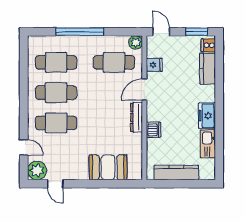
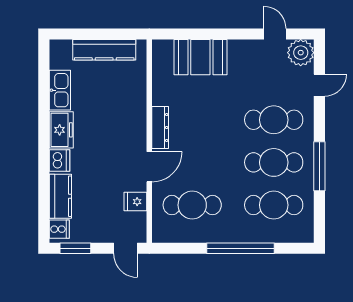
plant: (136, 42) -> (162, 233), removed
window: (24, 90) -> (319, 166), added
dishwasher: (154, 130) -> (59, 160), moved, turned 180
door: (24, 147) -> (319, 85), swing flipped

